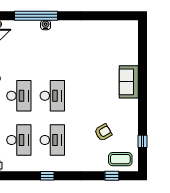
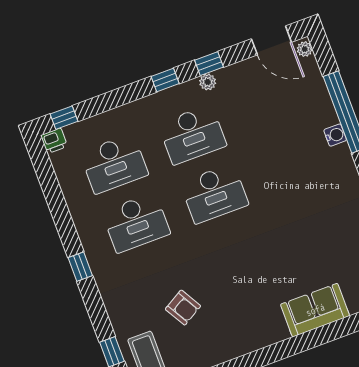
sofa: (129, 82) -> (315, 310), moved
window: (47, 176) -> (80, 267), moved

